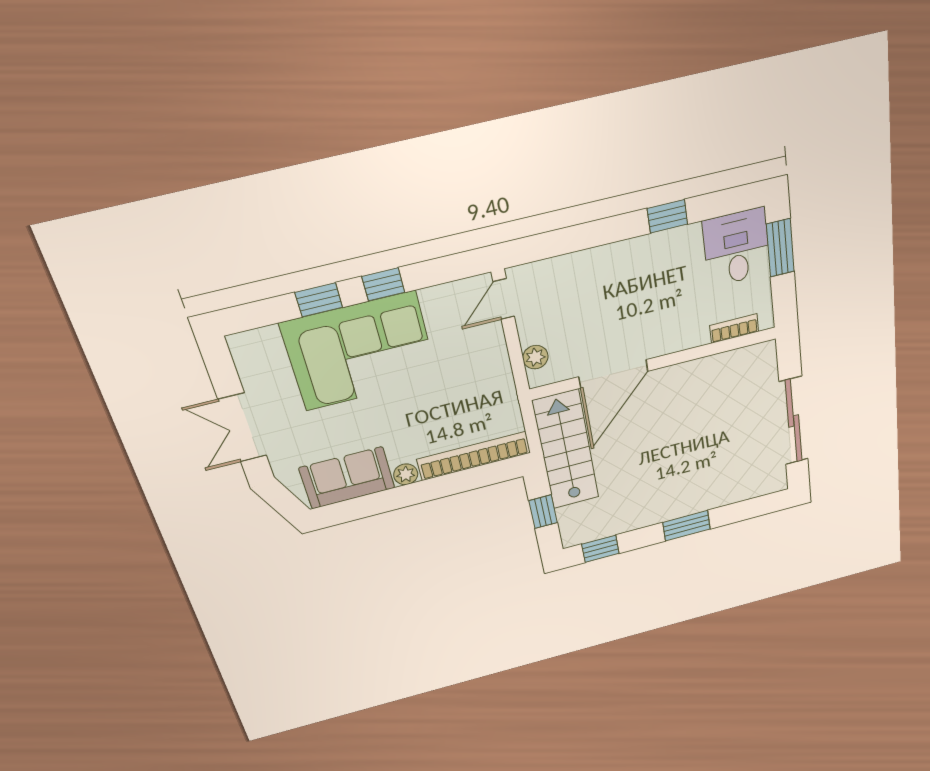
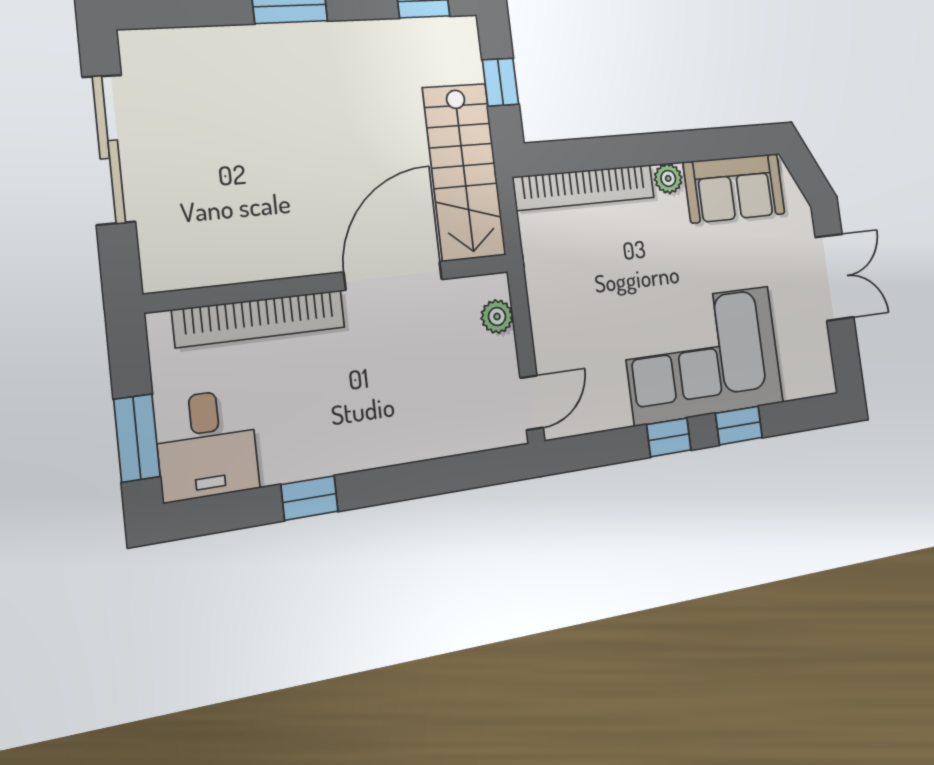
bookcase: (734, 328) -> (260, 319), width x2.31, depth x1.31

